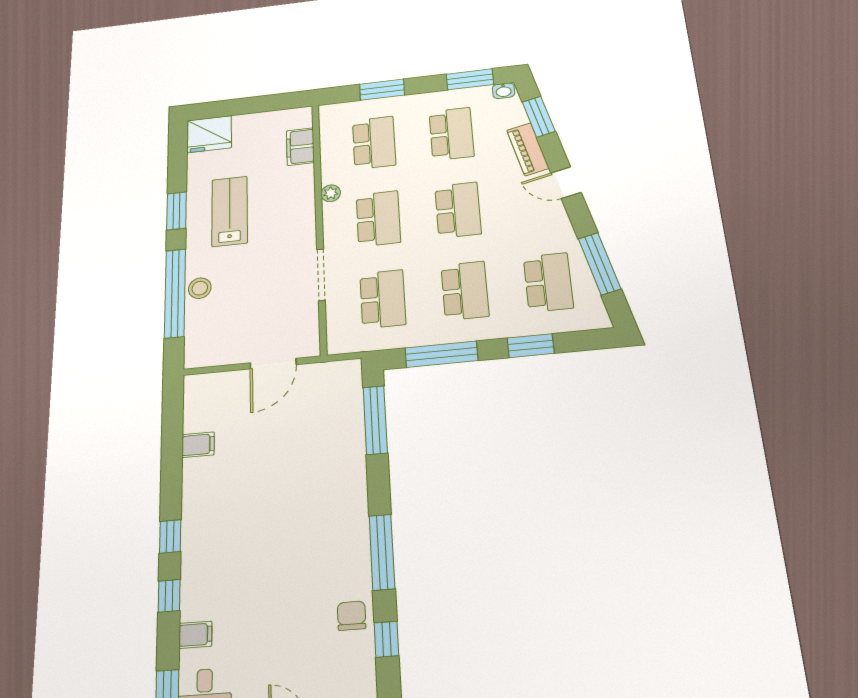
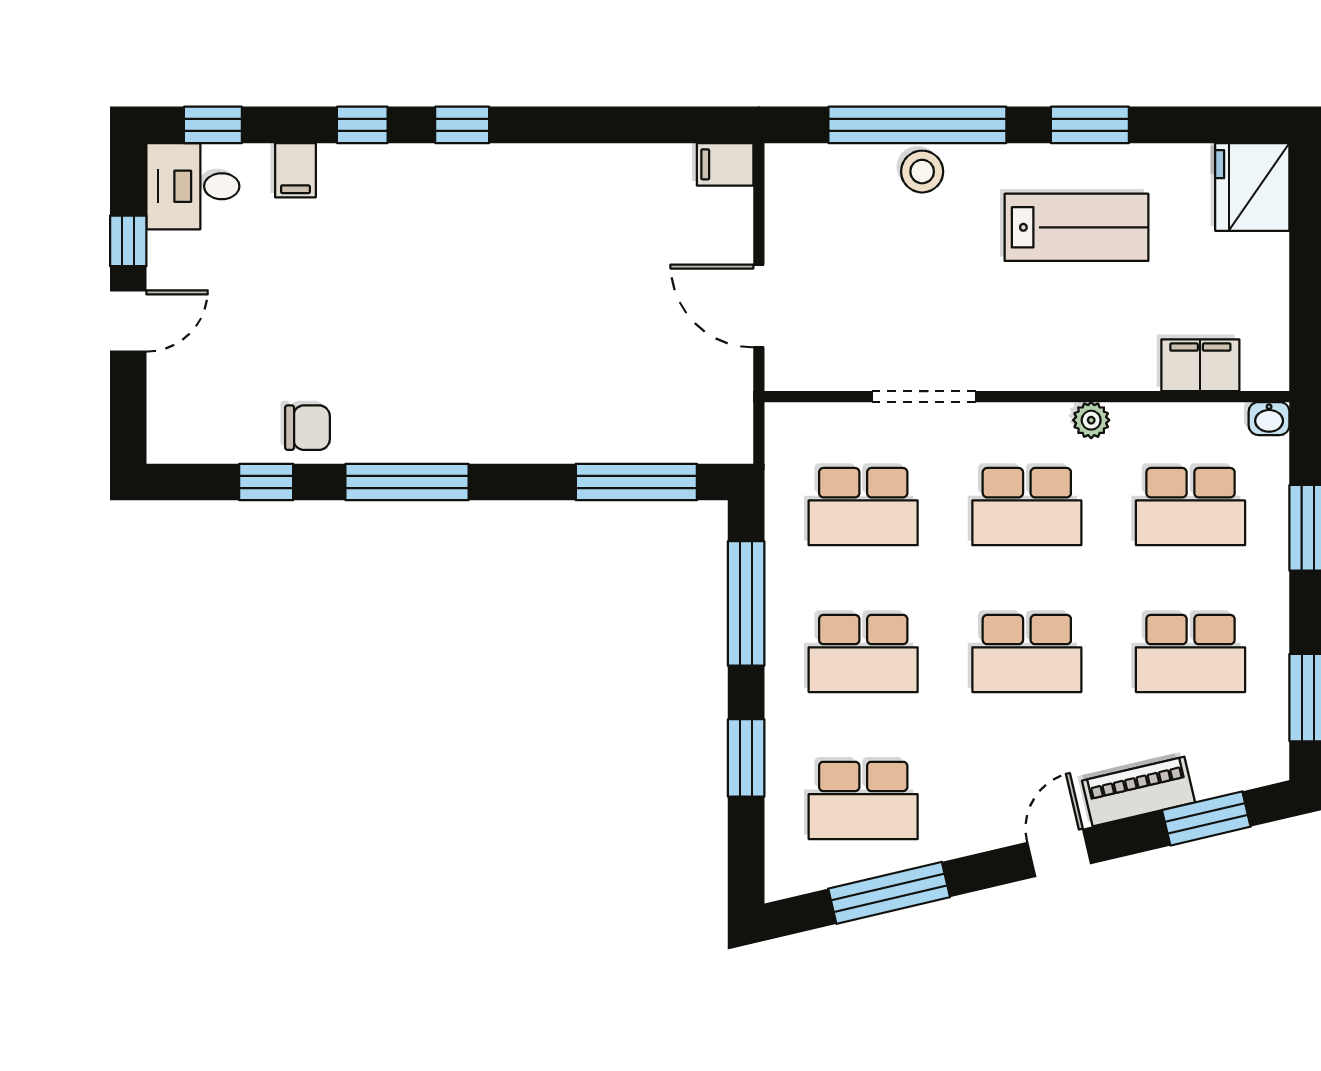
washbasin: (504, 91) -> (1269, 419), moved, turned -90
filing cabinet: (198, 445) -> (725, 164), moved, turned 90

